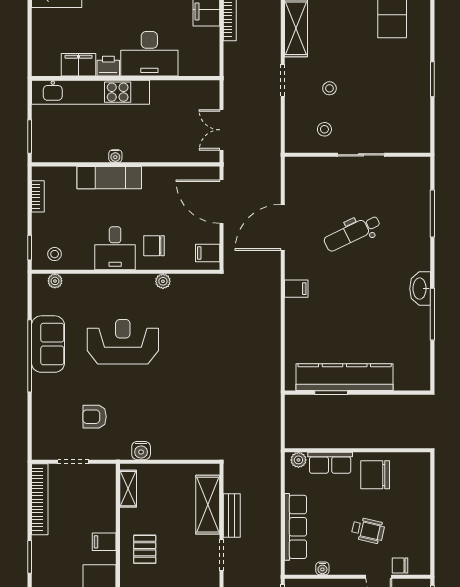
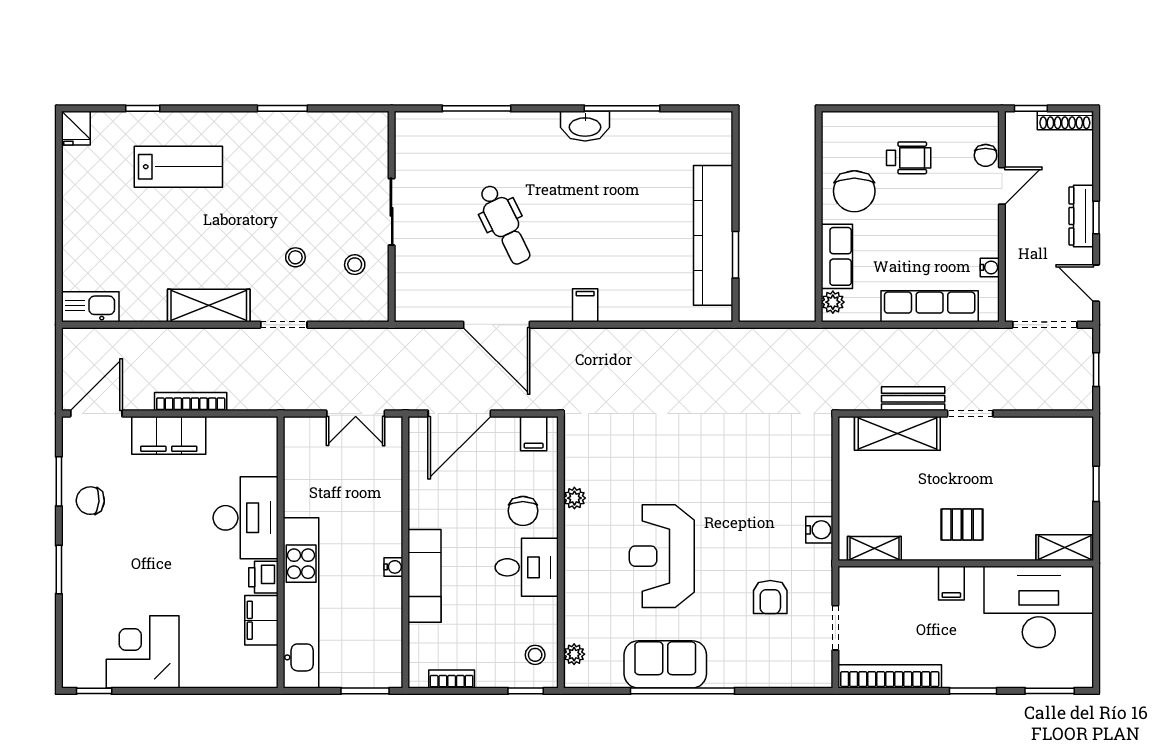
wheelchair: (368, 530) -> (909, 158), moved, turned 77

